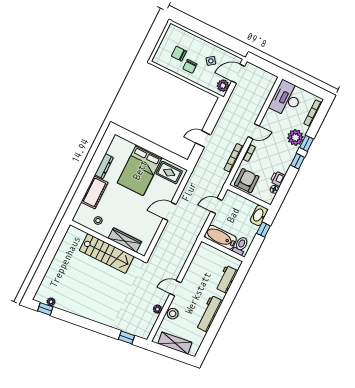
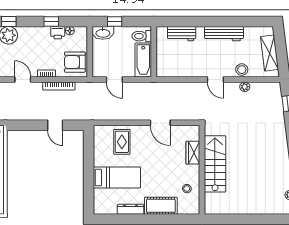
window: (298, 161) -> (51, 22), moved
bed: (140, 170) -> (117, 178), width x0.67
rug: (169, 173) -> (122, 142), moved
door: (169, 211) -> (160, 123), moved
wardrobe: (125, 240) -> (193, 153), width x0.67

